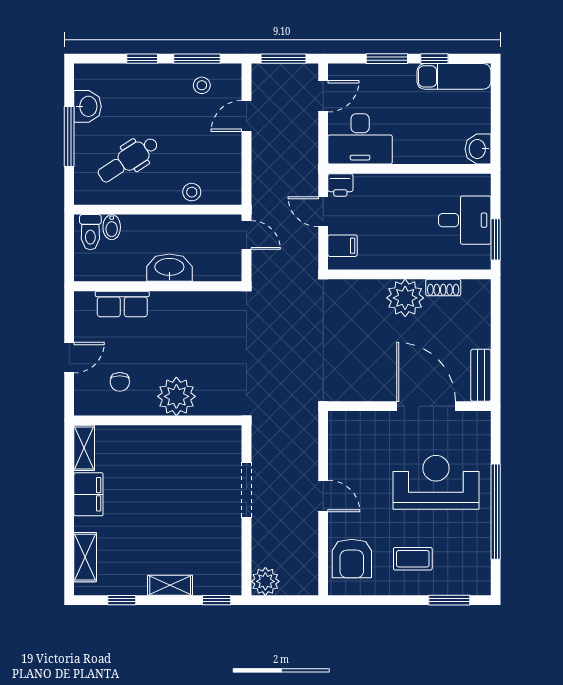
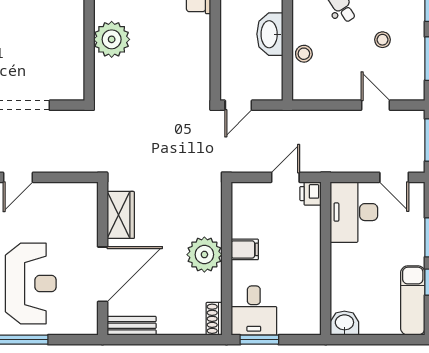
stool: (202, 85) -> (383, 40), moved
desk: (465, 220) -> (254, 311), moved
door: (246, 235) -> (238, 105), moved
filing cabinet: (342, 246) -> (245, 249), moved, turned -90
washbasin: (169, 268) -> (270, 34), moved, turned 180
shoe rack: (443, 288) -> (214, 319), moved
wardrobe: (363, 387) -> (121, 215), added

